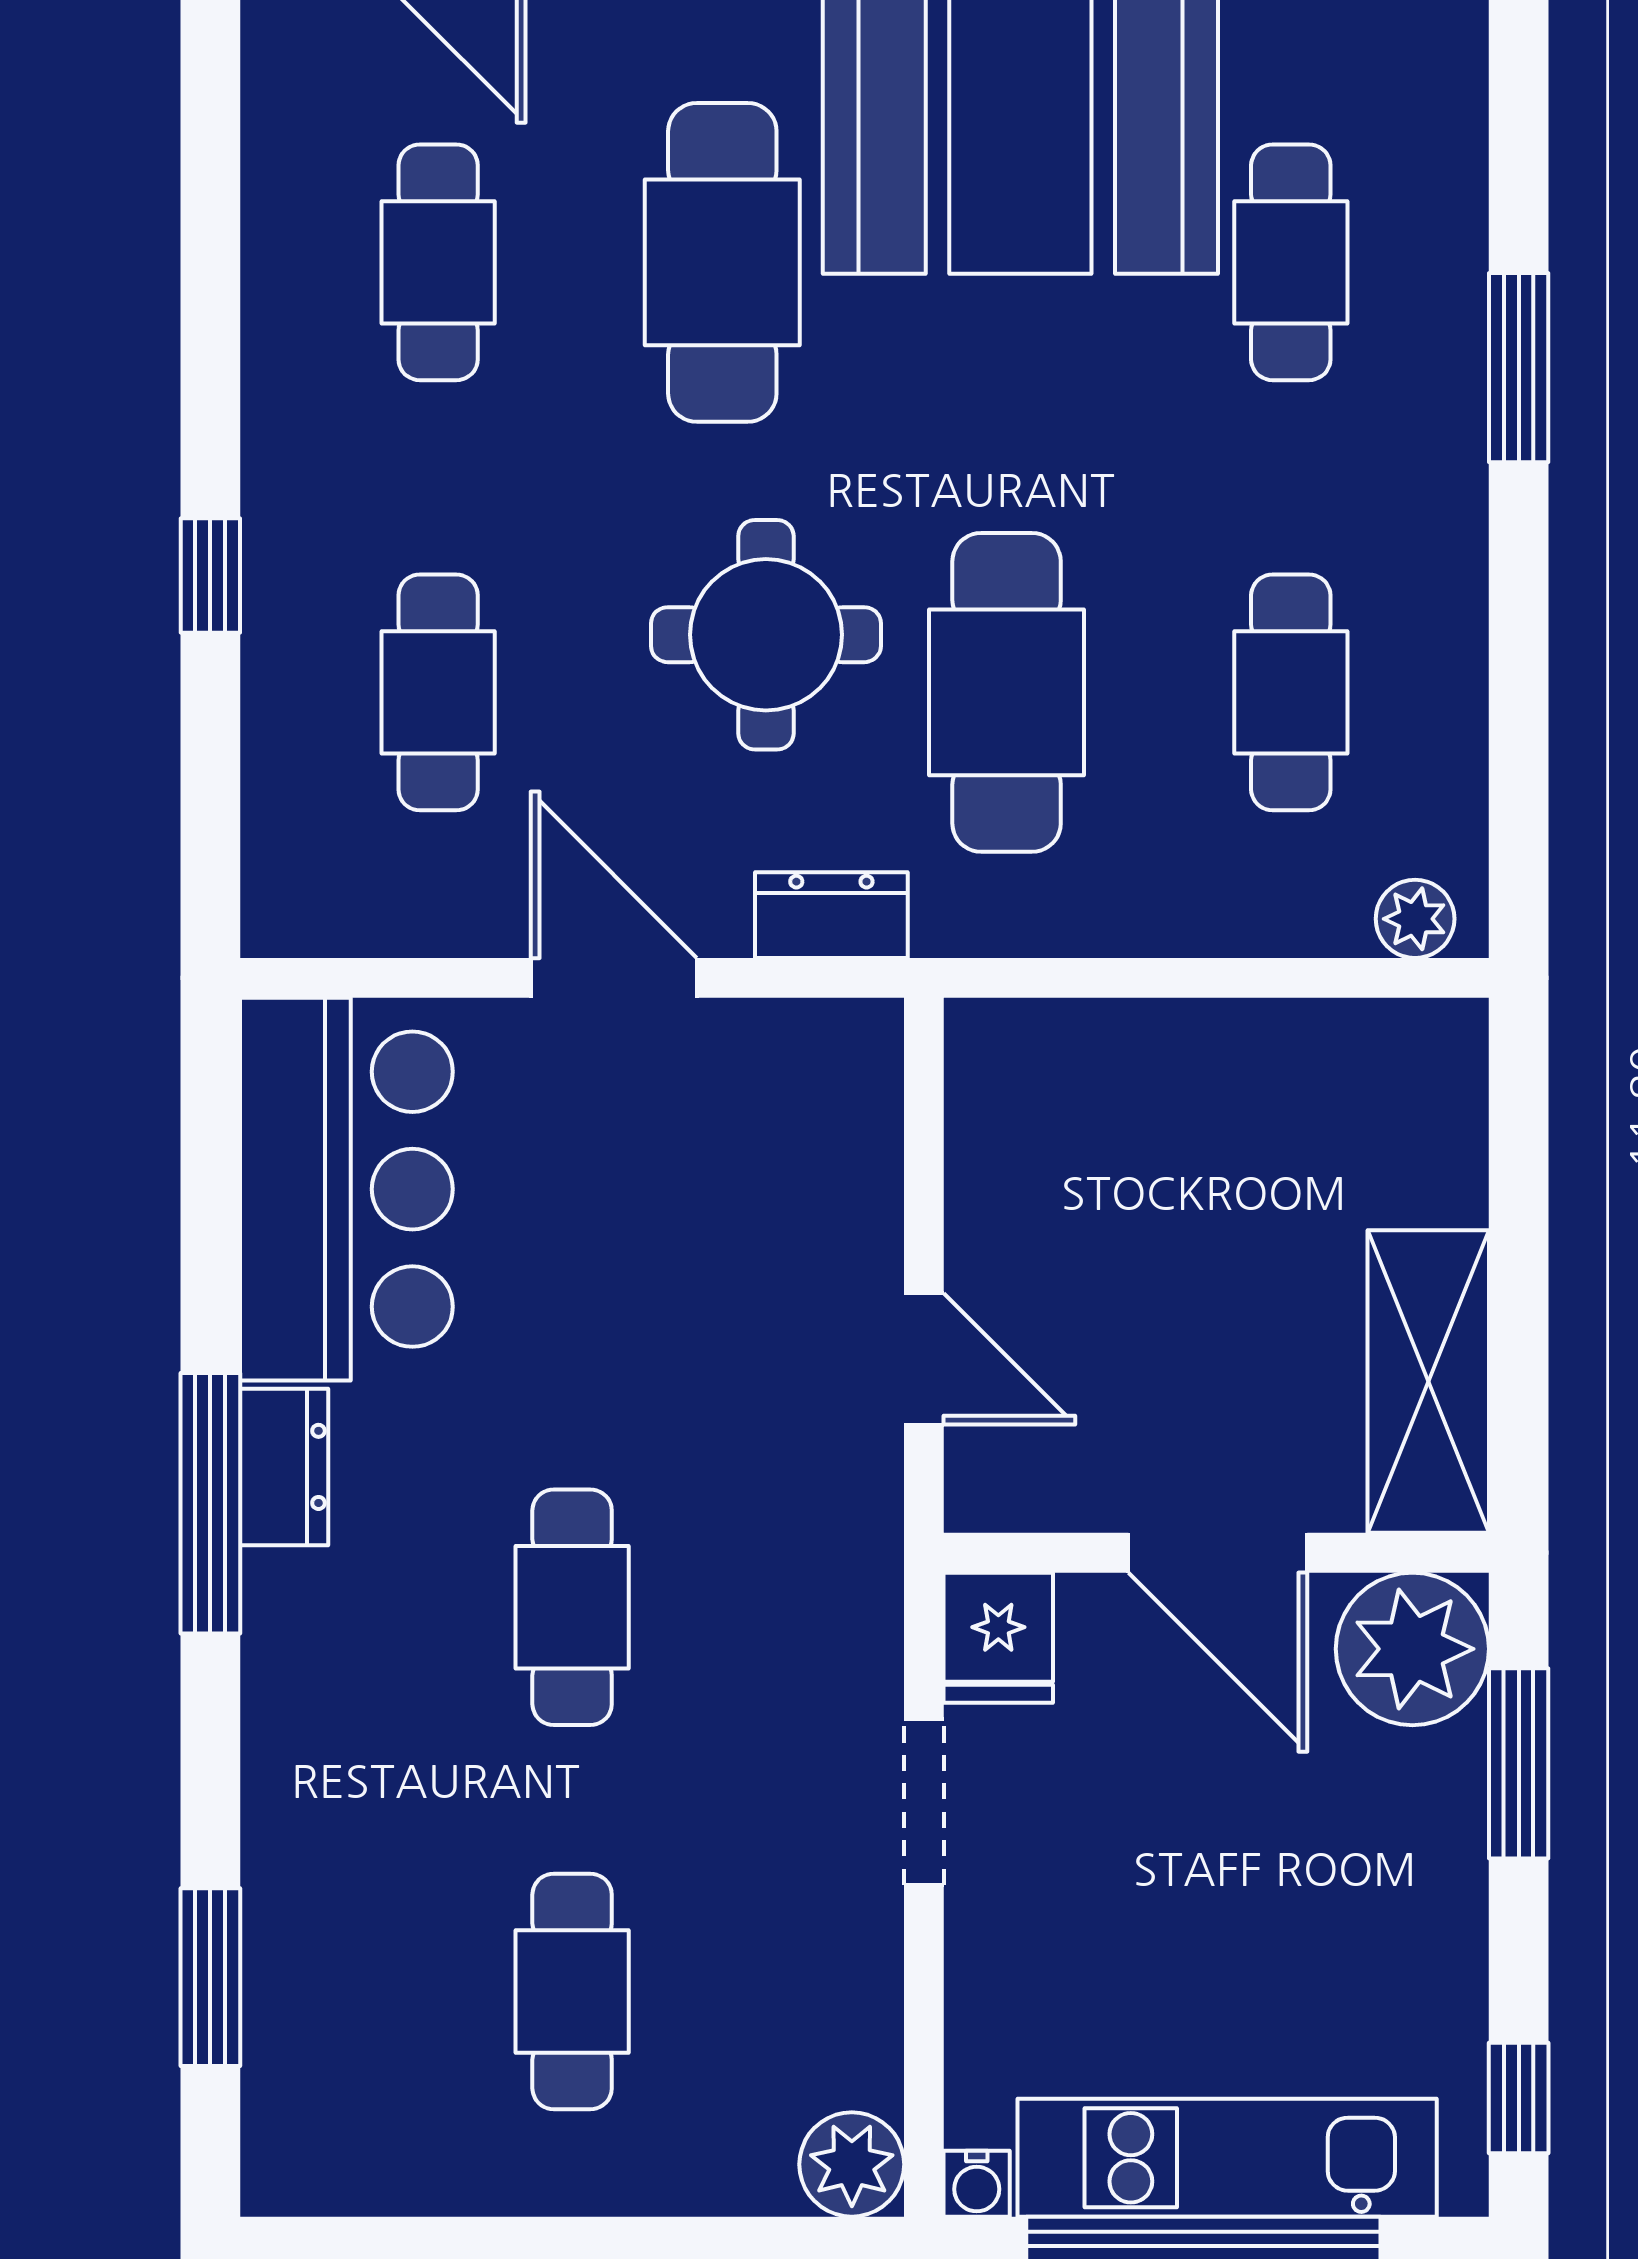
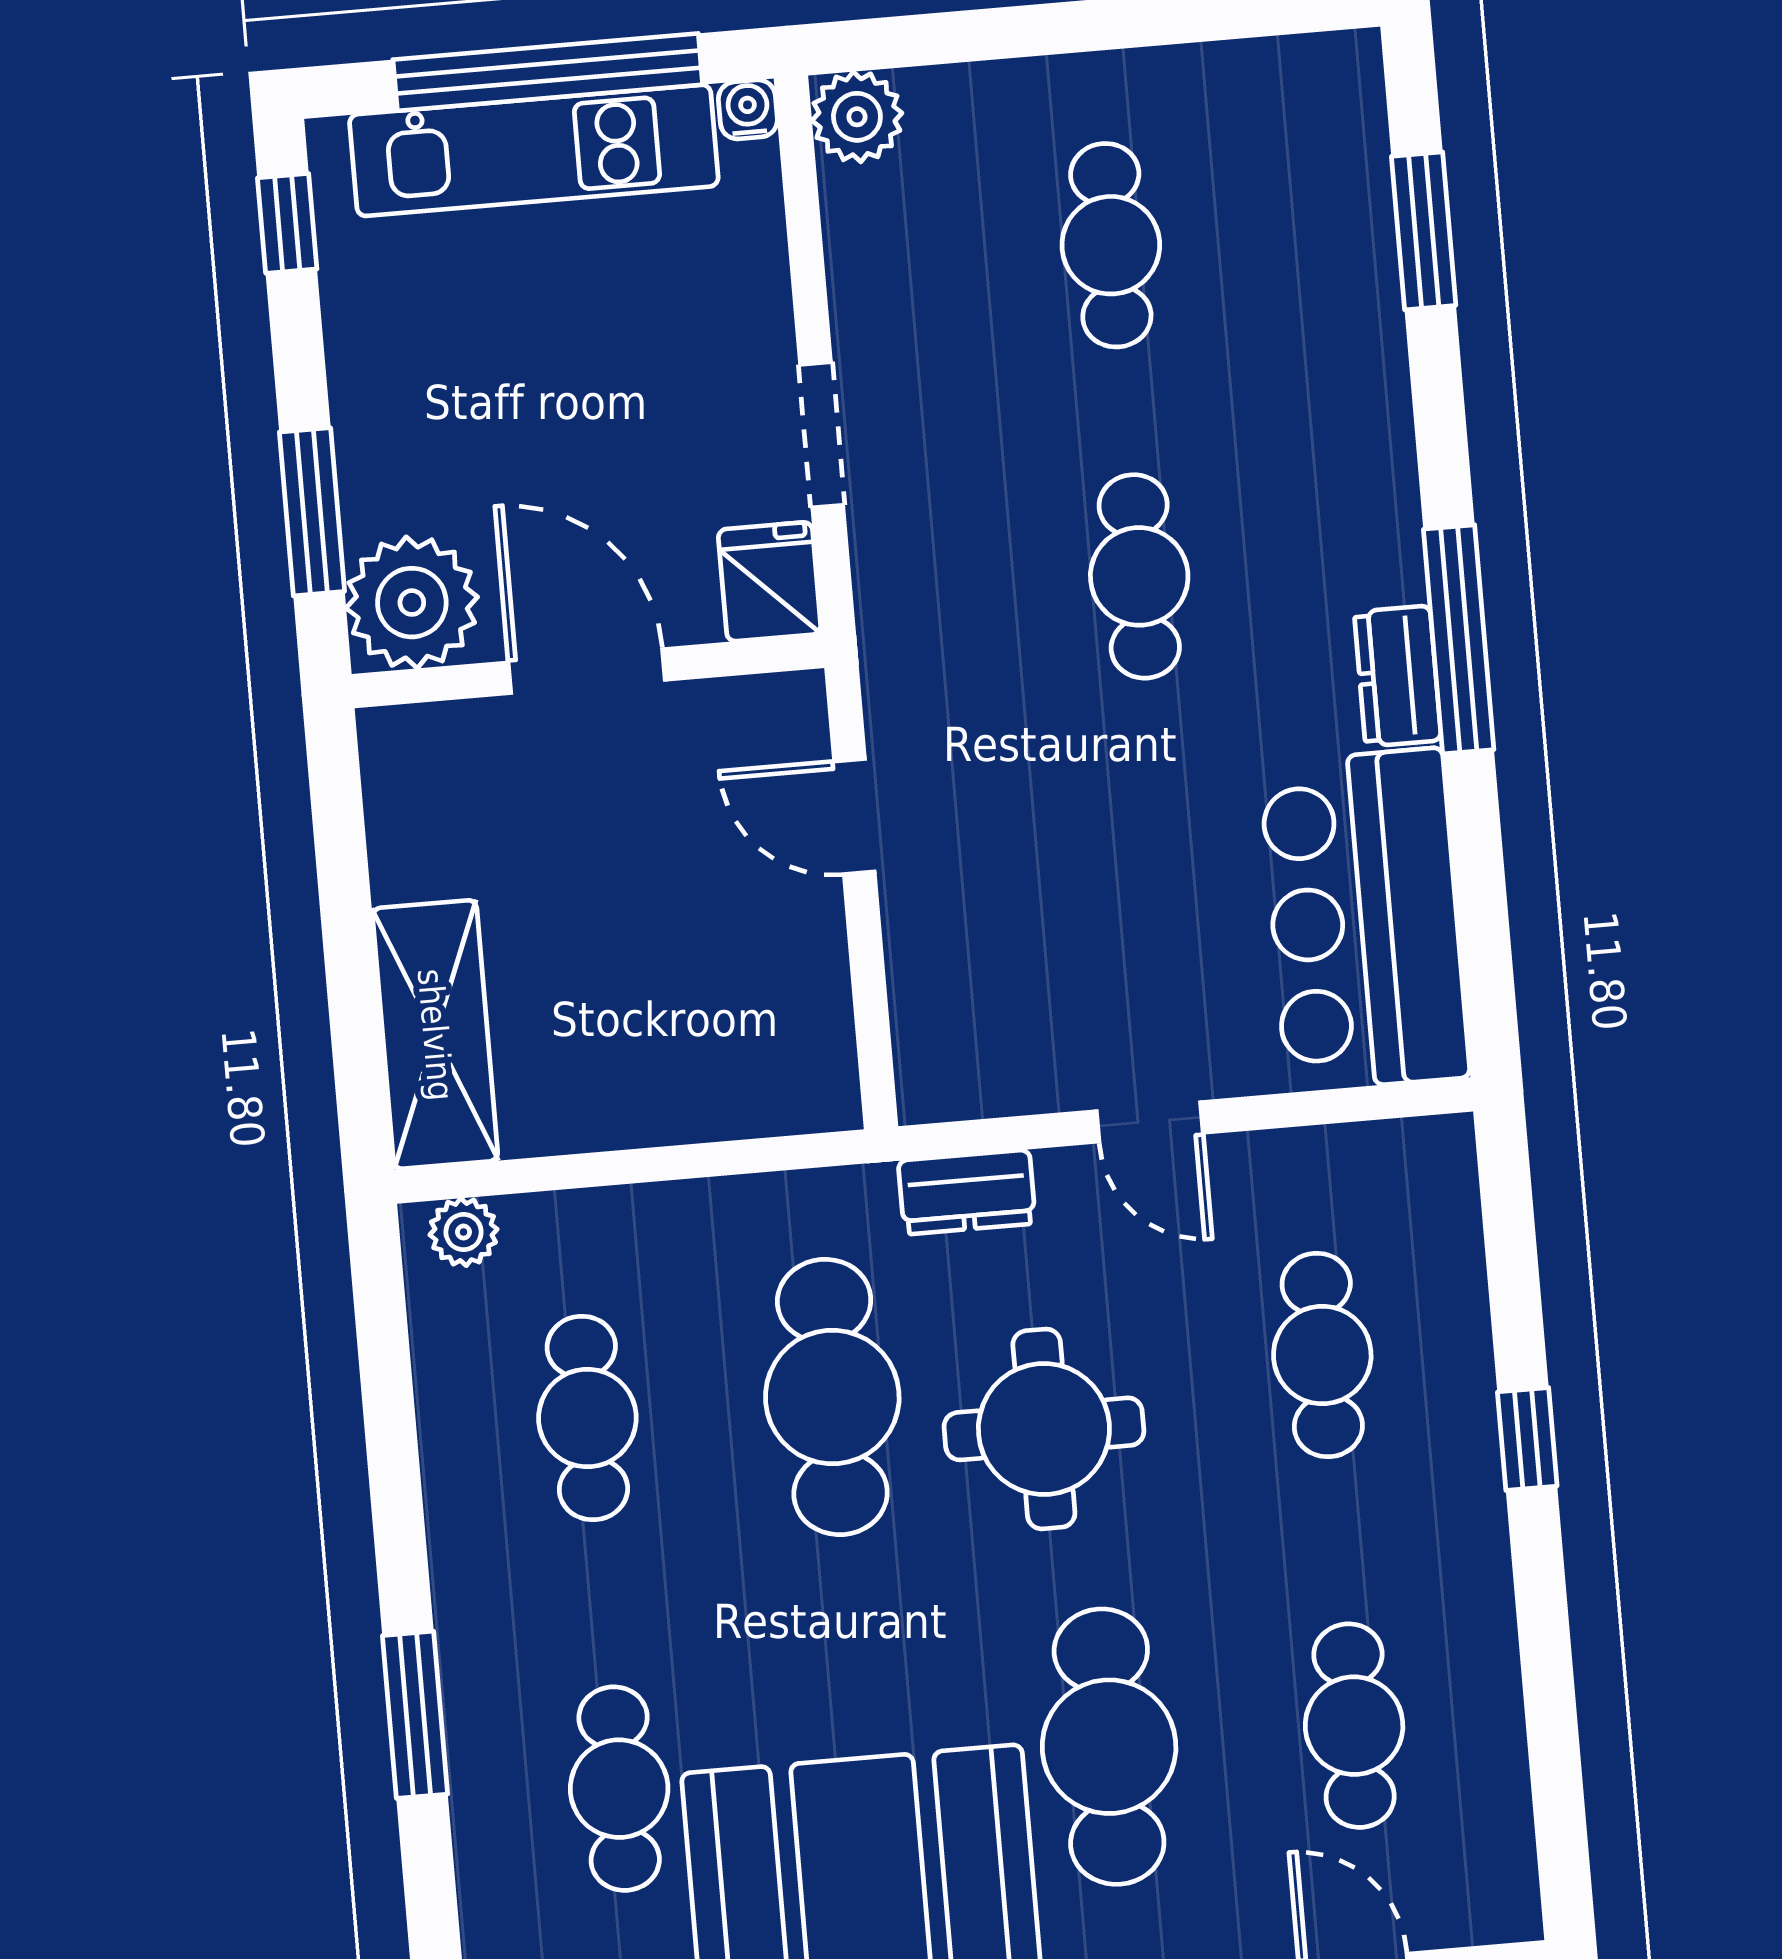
door: (614, 978) -> (1150, 1122), width x0.73
shelving: (1428, 1381) -> (435, 1035), moved

